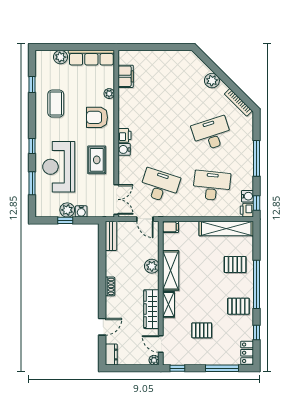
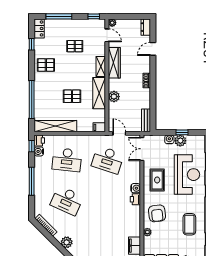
armchair: (97, 117) -> (157, 213), turned 83
desk: (212, 134) -> (67, 201), turned 42
pallet: (235, 264) -> (72, 96), moved
window: (256, 284) -> (32, 99), moved

